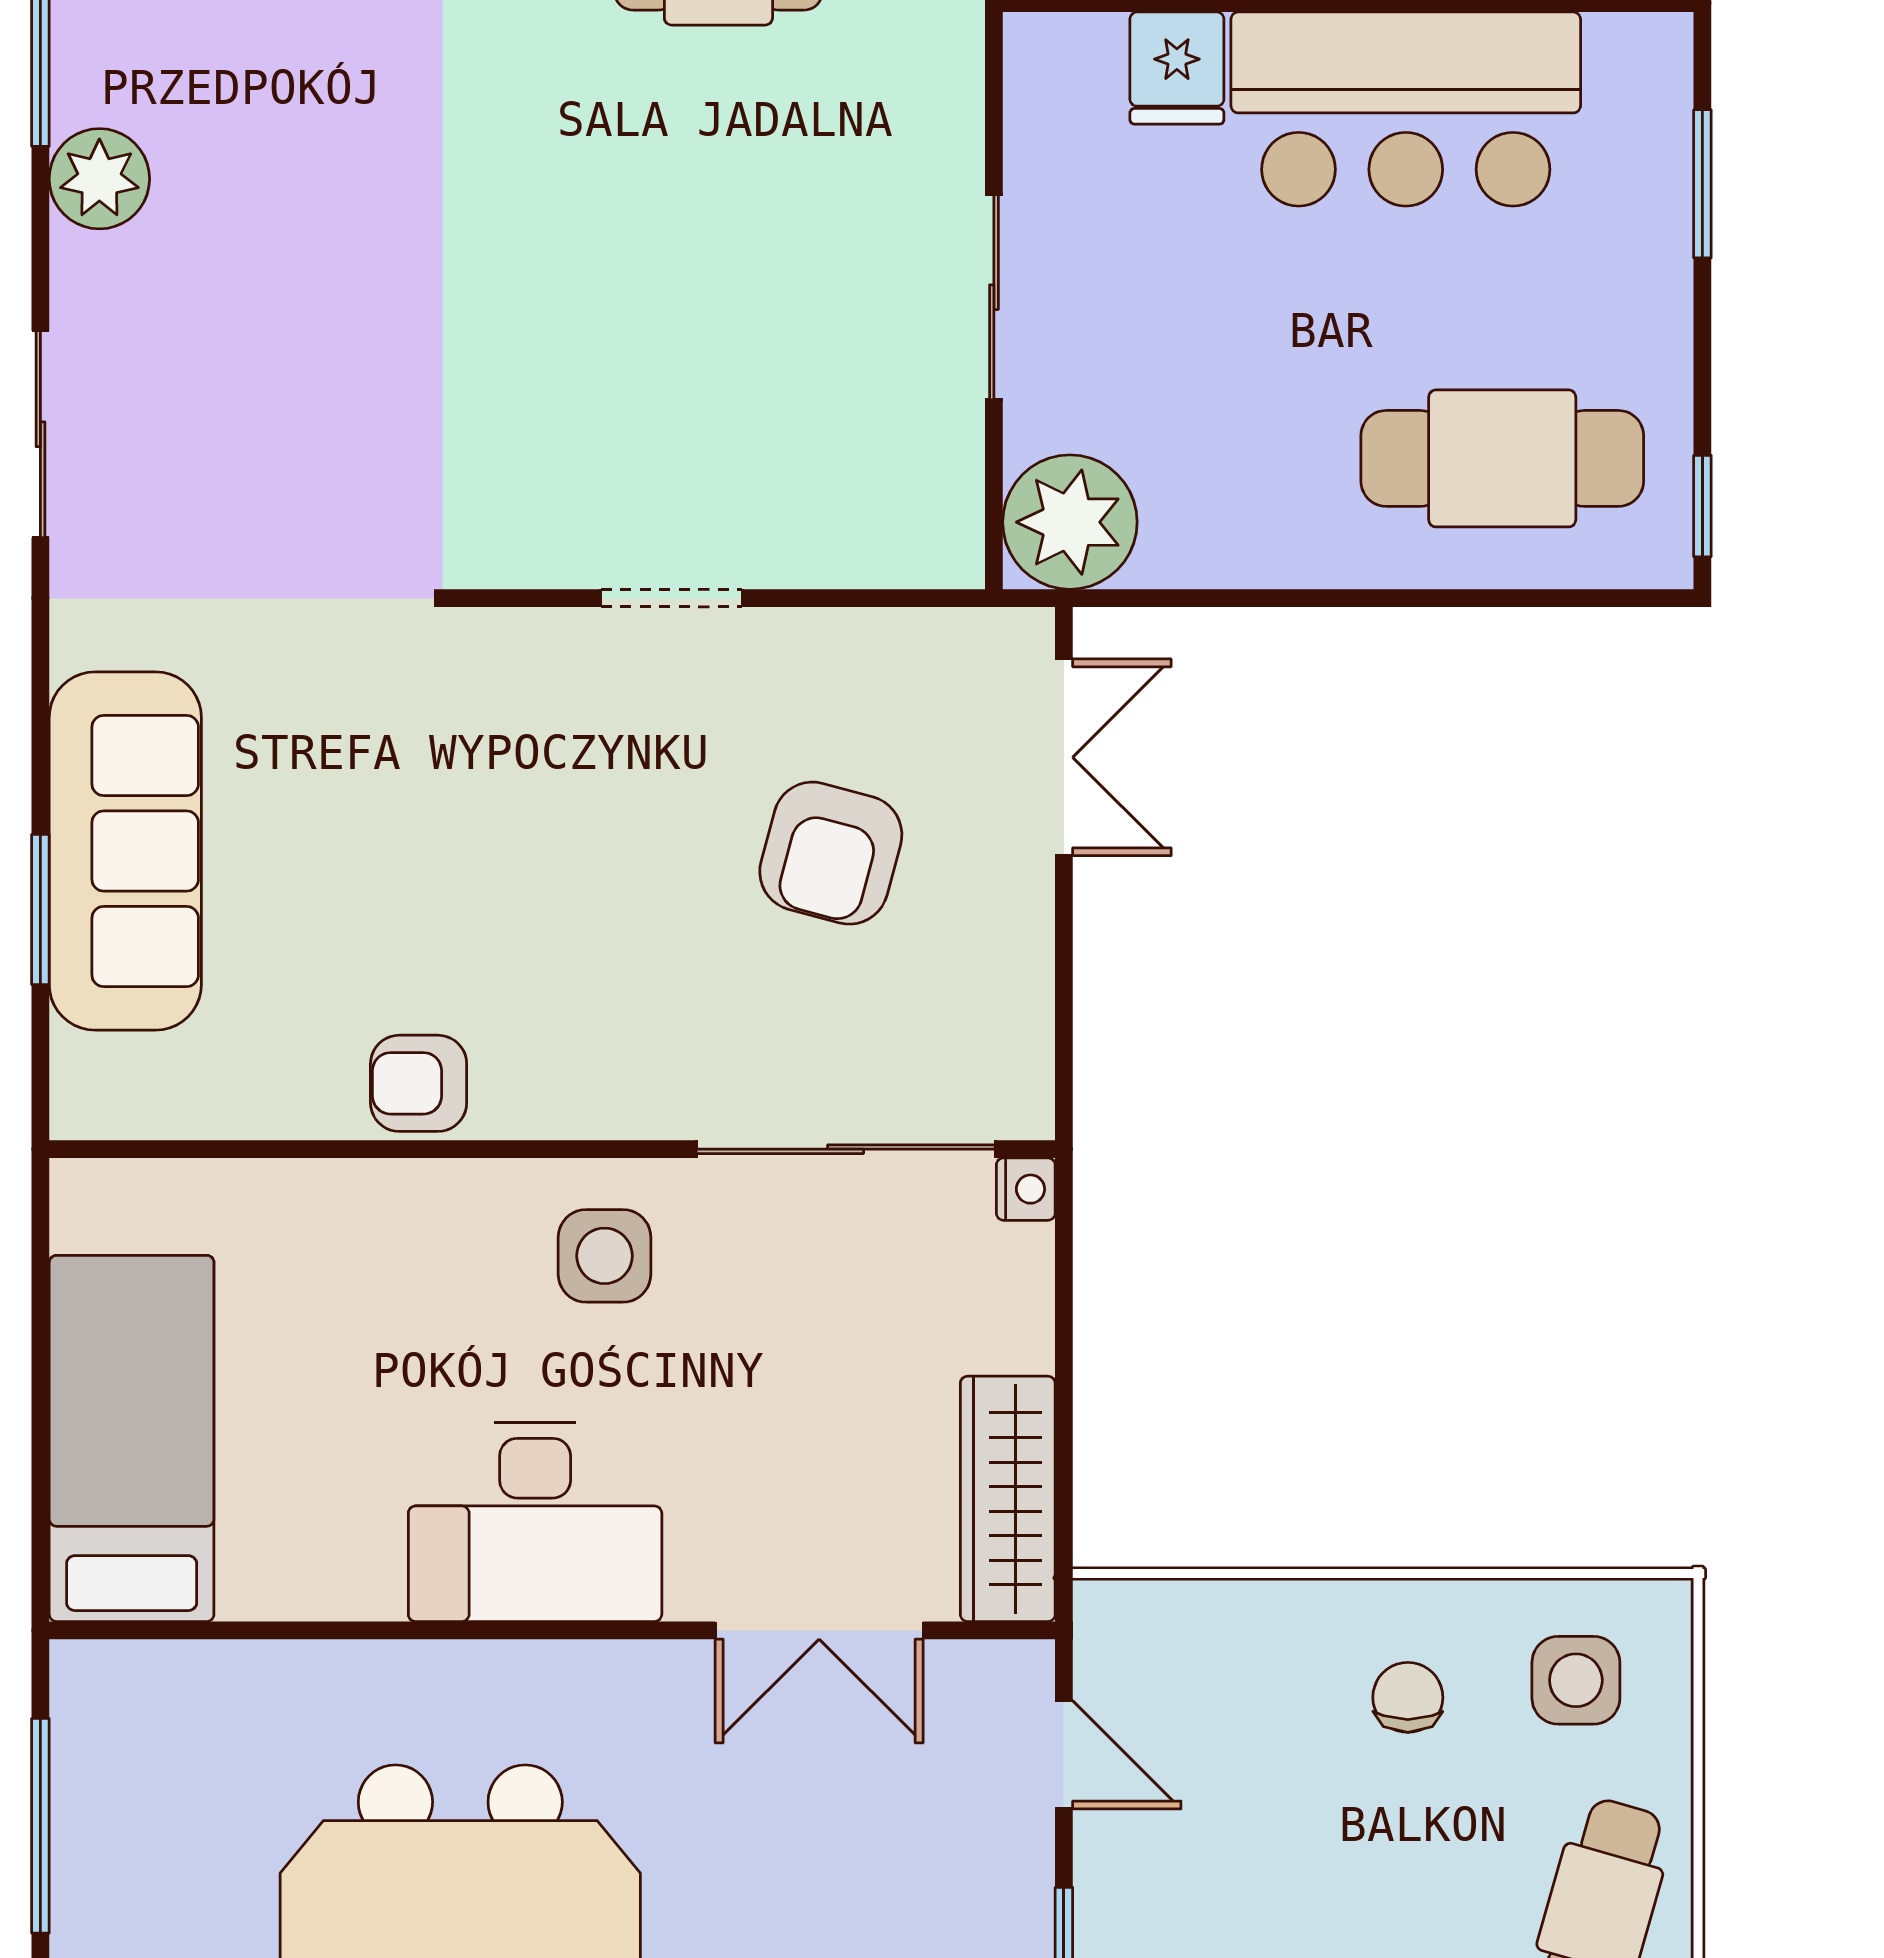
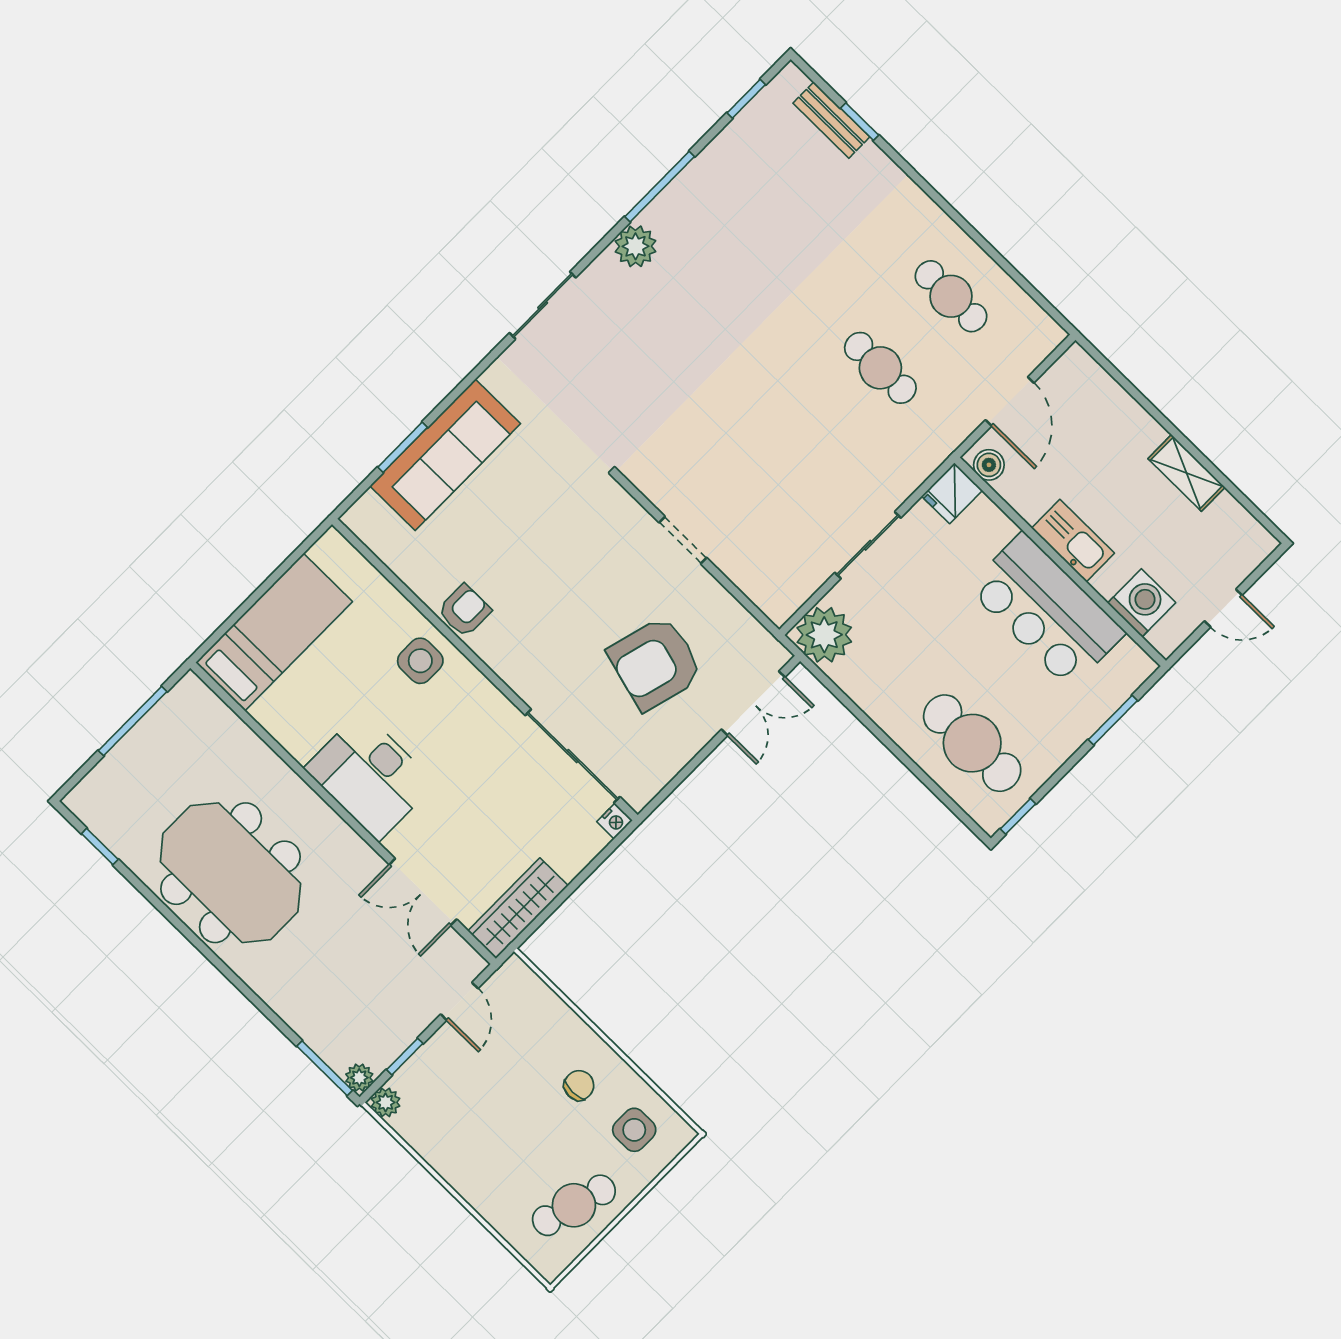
fridge: (1177, 68) -> (952, 493), moved
armchair: (831, 853) -> (655, 663), width x1.36, depth x1.36
armchair: (419, 1083) -> (464, 611), turned 90
side table: (605, 1256) -> (420, 661), moved

